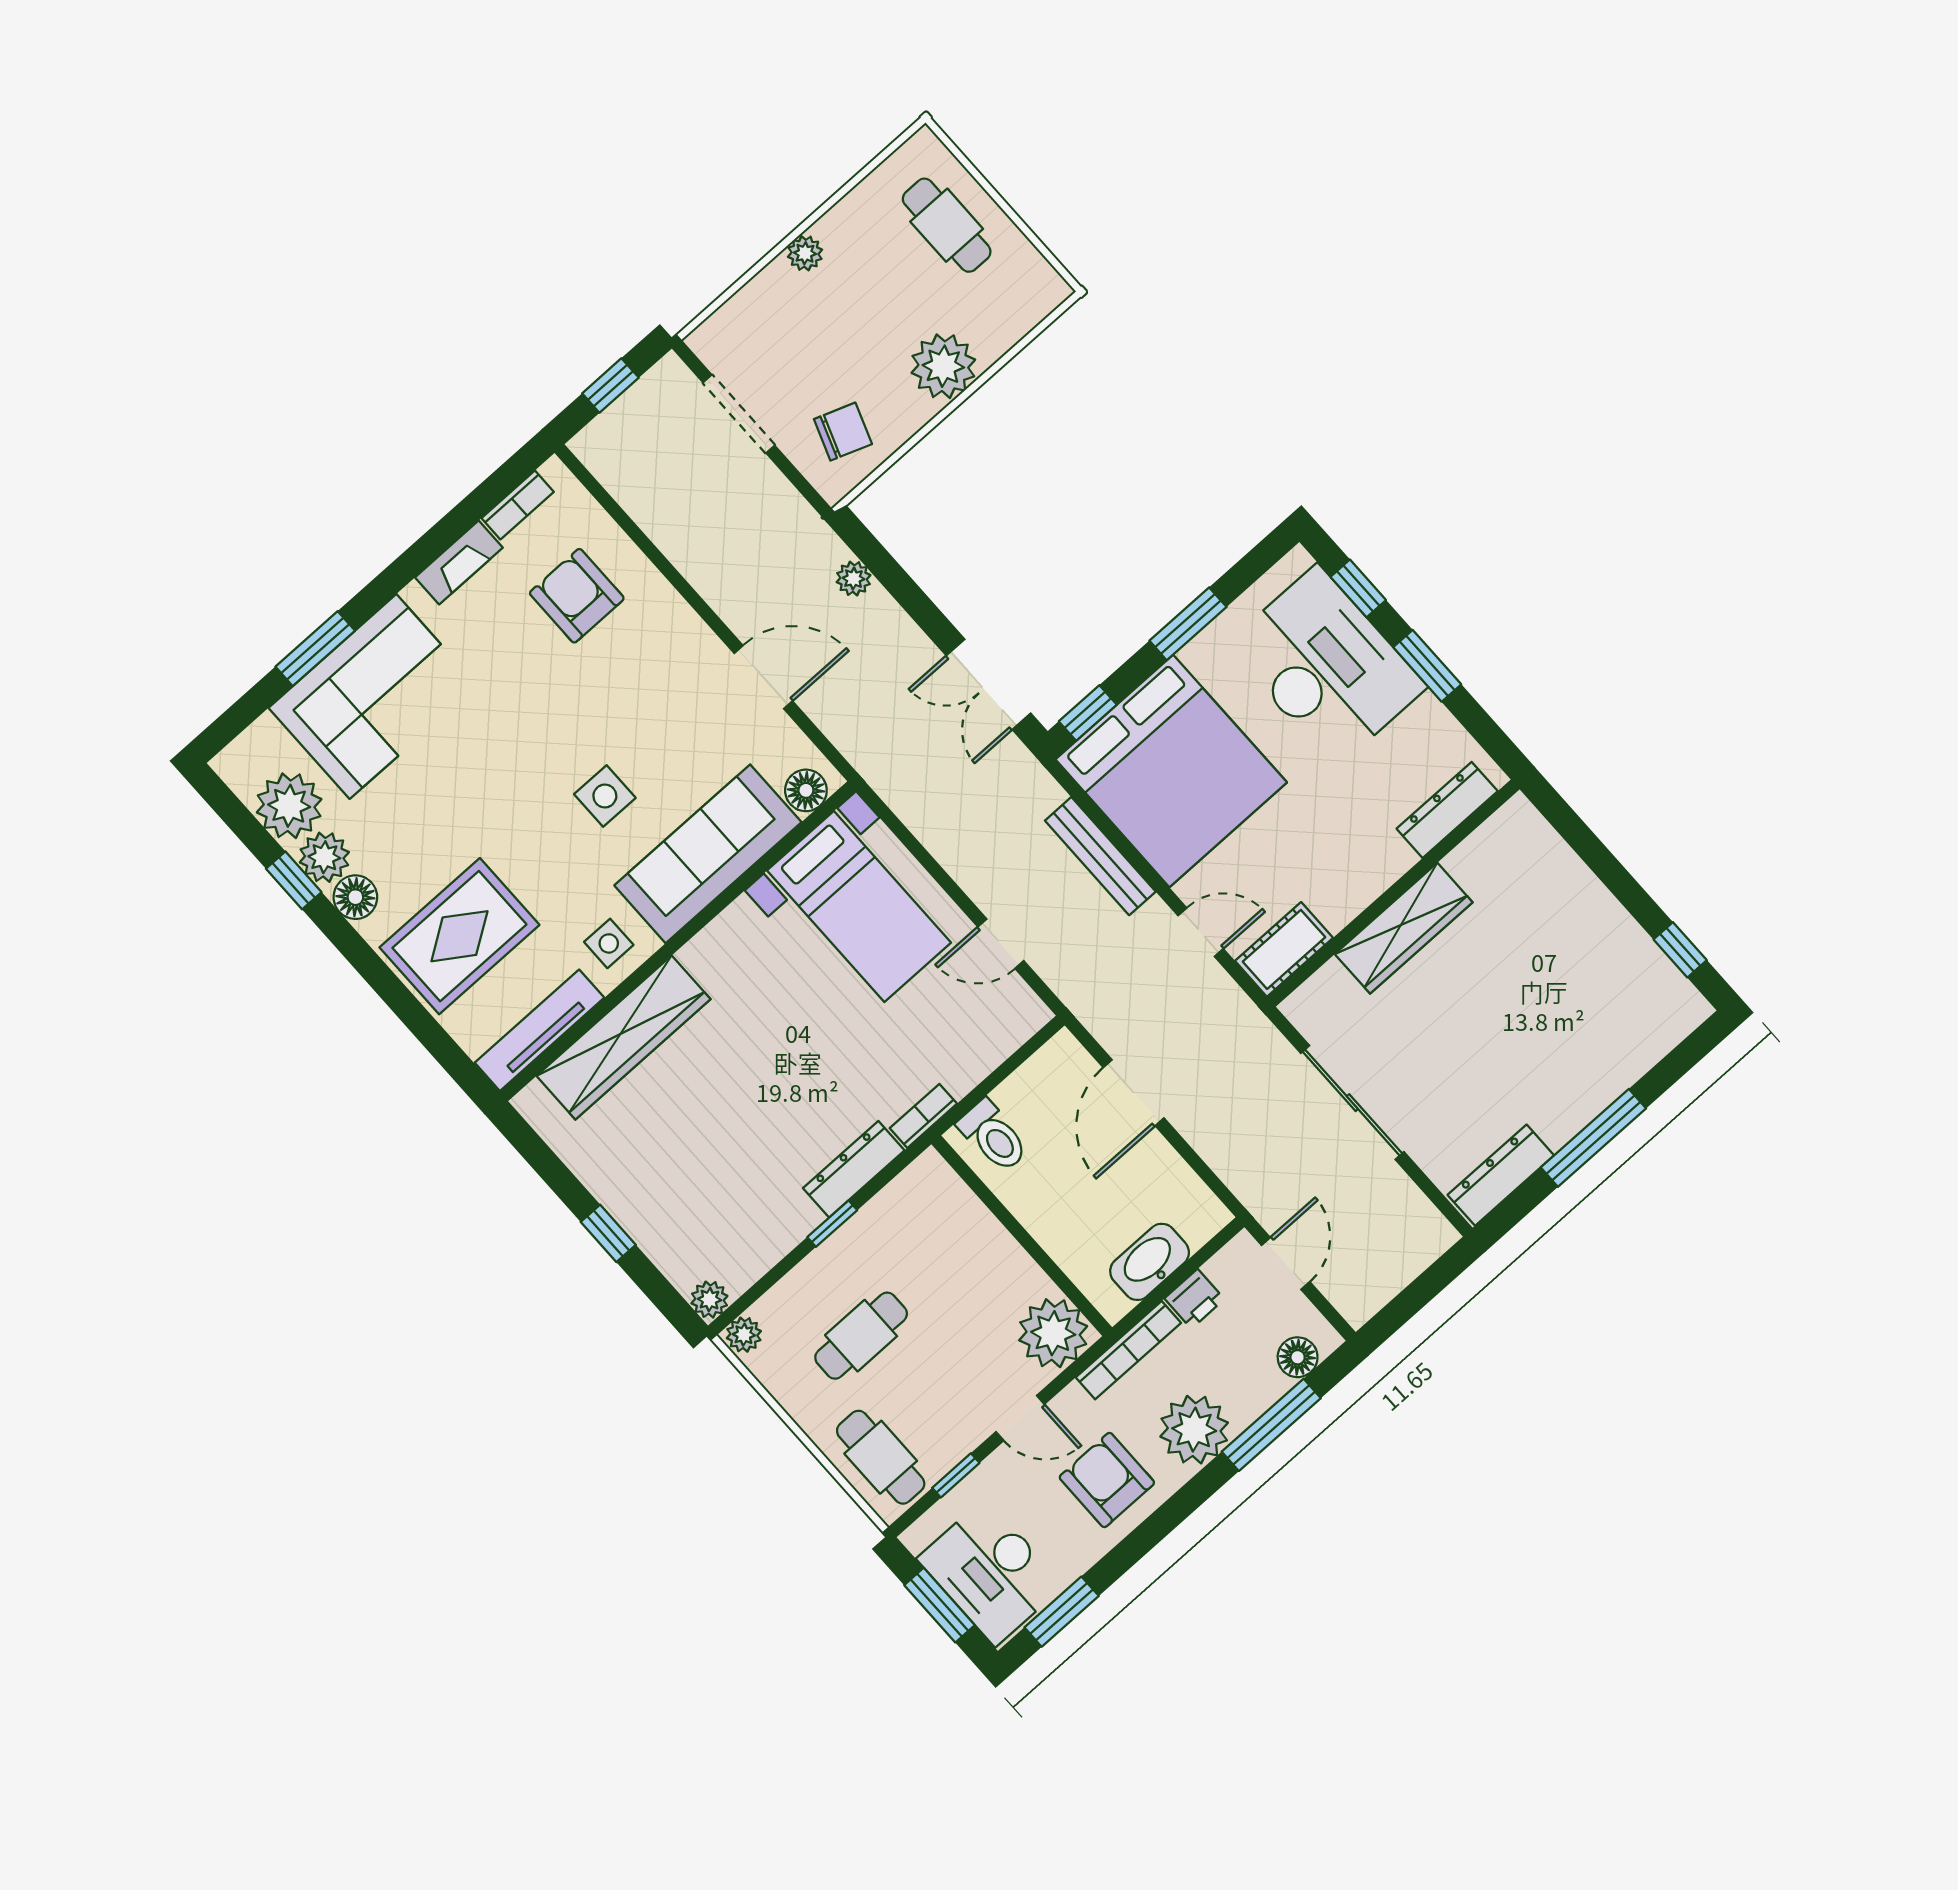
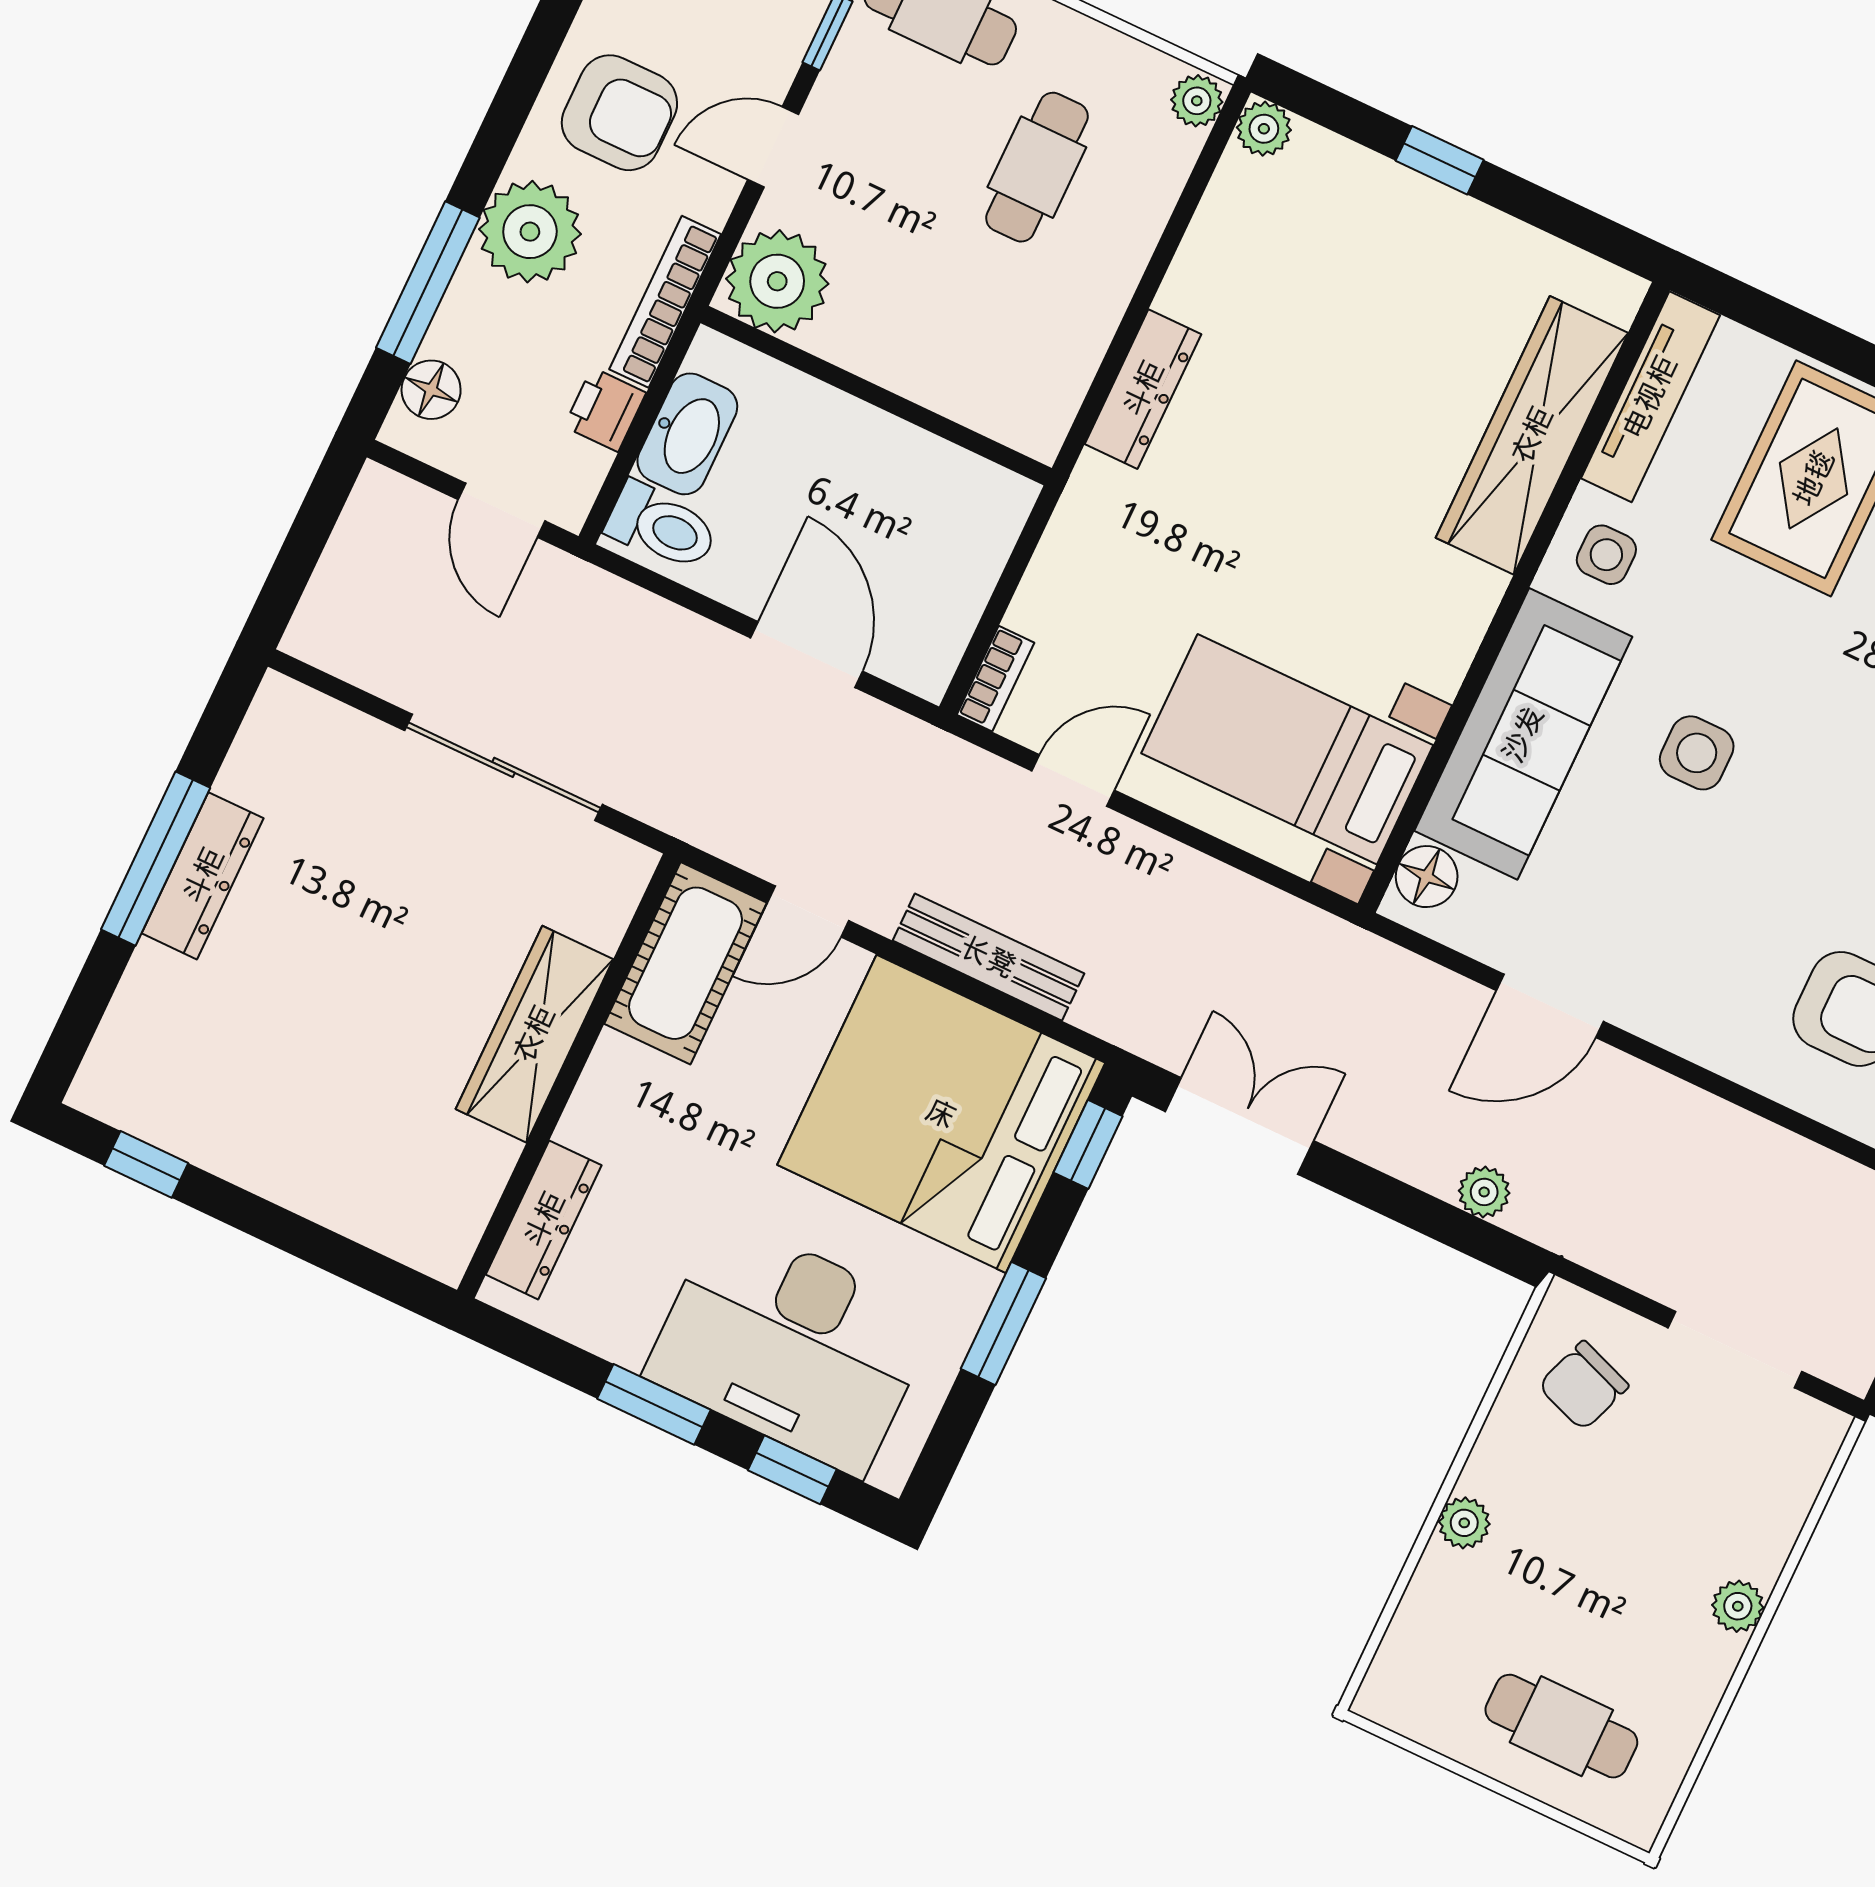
plant: (943, 366) -> (1464, 1523), width x0.53, depth x0.53
cot: (1284, 949) -> (685, 963), width x1.37, depth x1.34
bookcase: (923, 1116) -> (995, 679), moved
toilet: (993, 1136) -> (662, 527), moved, turned 180
dresser: (1501, 1175) -> (203, 876), moved
window: (832, 1224) -> (1141, 303), removed

